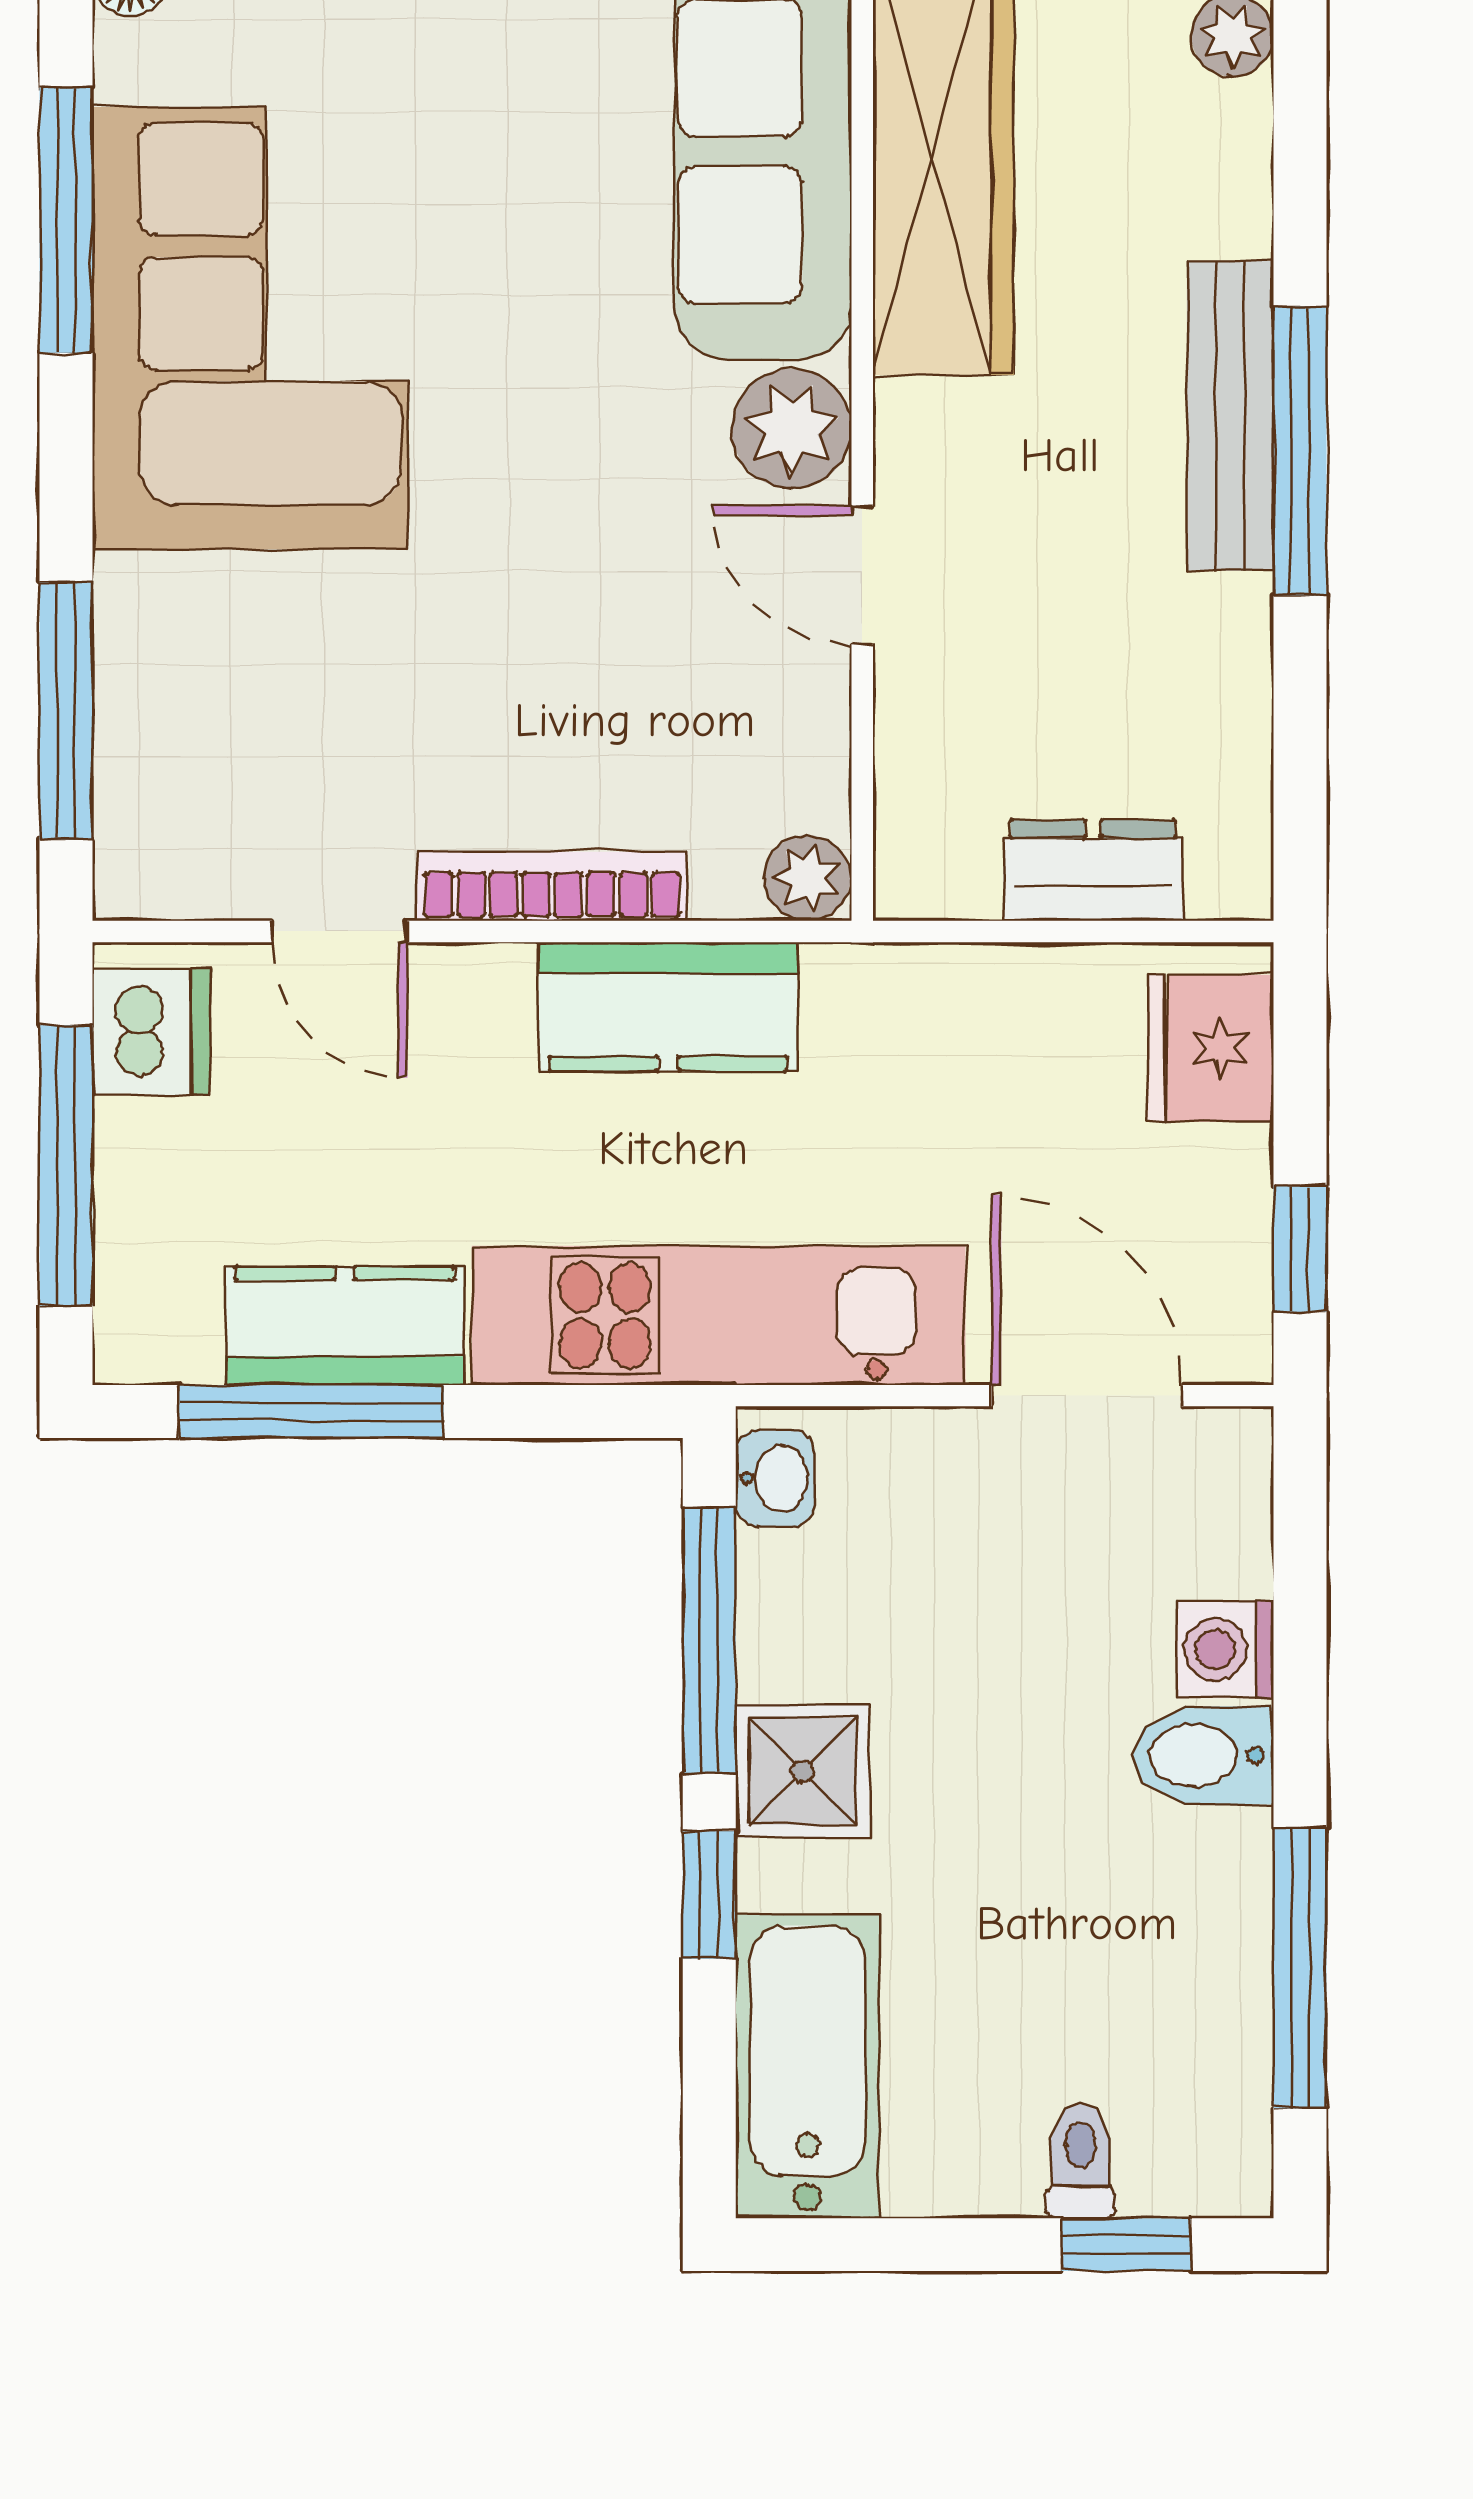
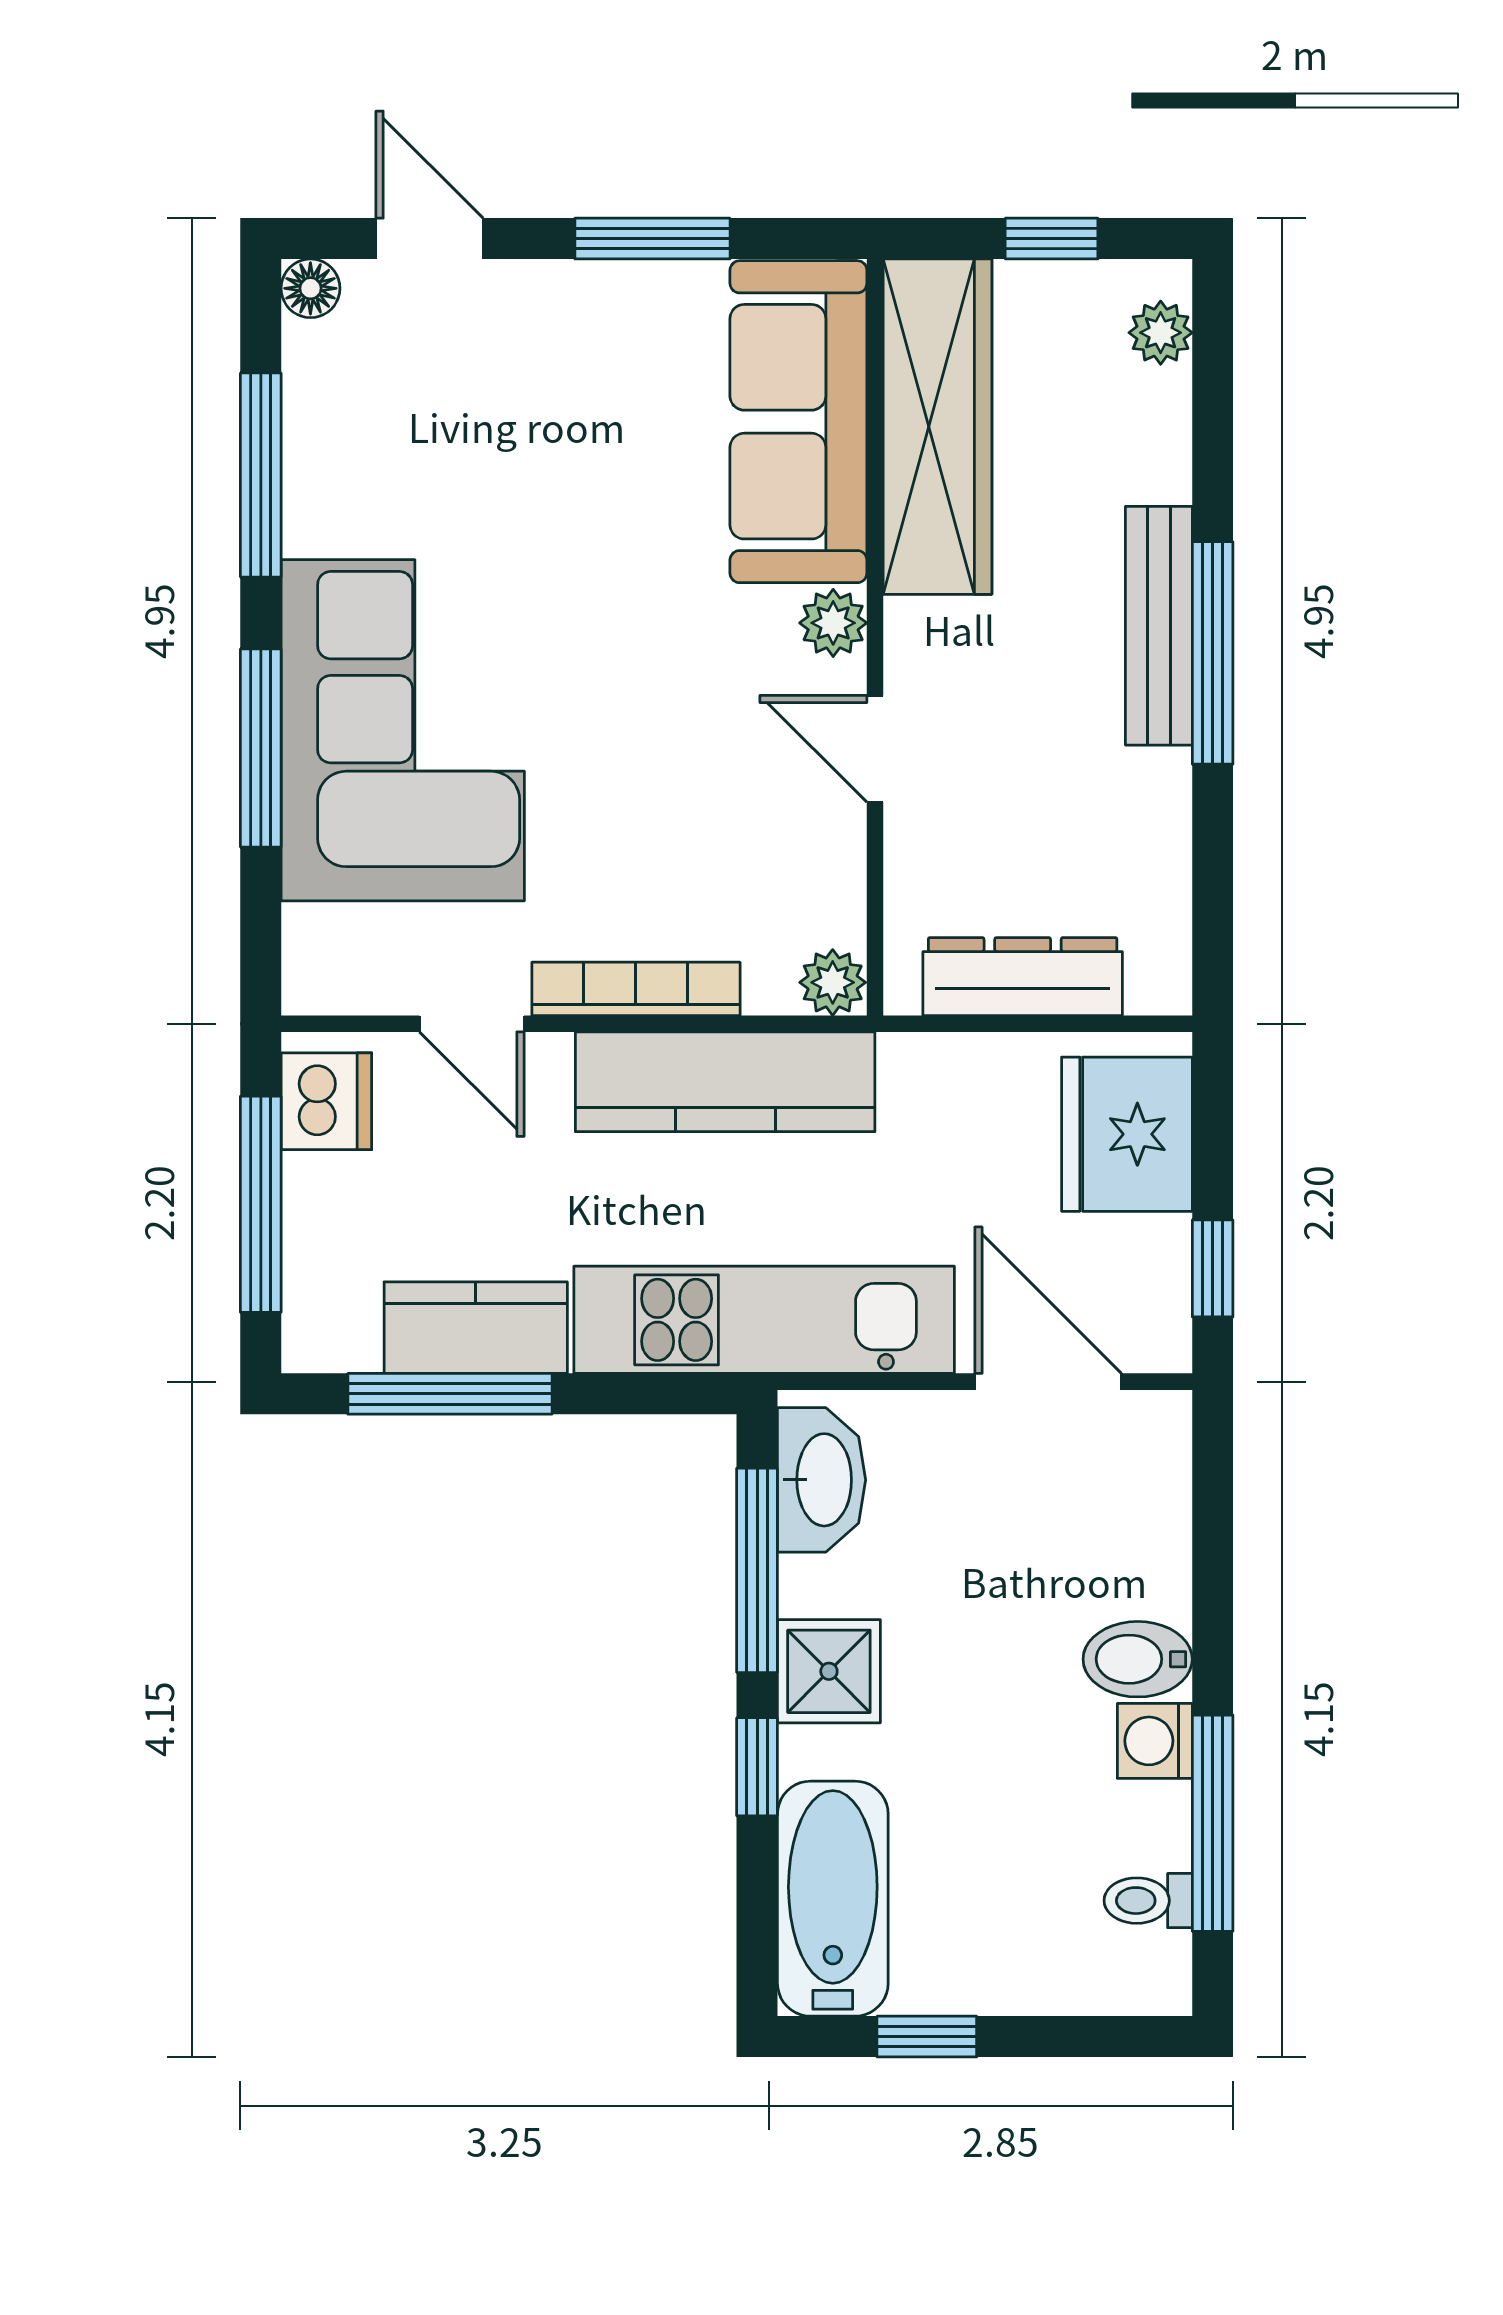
corner sofa: (250, 328) -> (403, 730), moved
plant: (792, 428) -> (833, 623), width x0.73, depth x0.73
window: (66, 711) -> (261, 748), moved
dresser: (1093, 870) -> (1023, 977), width x1.44
kitchen counter: (668, 1007) -> (725, 1082), width x1.50
fridge: (1210, 1048) -> (1127, 1134), width x1.36, depth x1.34
washbasin: (775, 1478) -> (821, 1480), width x1.91, depth x1.45
washing machine: (1225, 1649) -> (1155, 1741), moved
toilet: (1080, 2161) -> (1148, 1901), moved, turned -90
window: (1126, 2245) -> (927, 2037), moved

